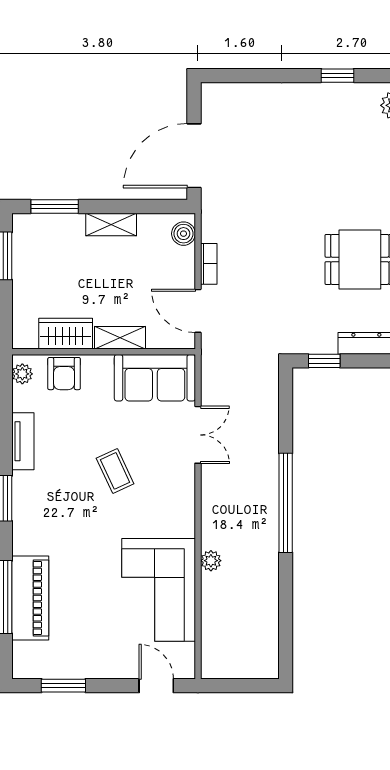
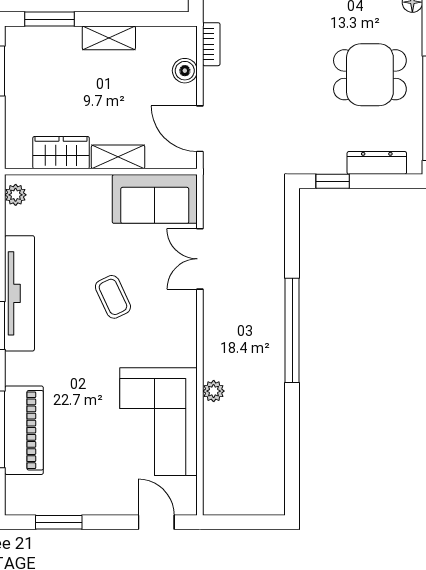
boiler: (183, 234) -> (185, 71), moved
bookcase: (209, 264) -> (211, 44), moved
armchair: (64, 374) -> (59, 195), removed
double door: (198, 435) -> (200, 259), swing flipped
tv unit: (23, 441) -> (20, 293), width x1.92, depth x1.29

